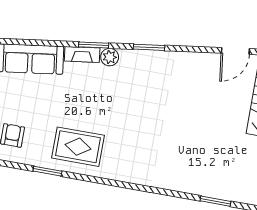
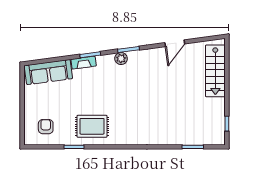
door: (235, 51) -> (175, 43), moved
plant: (110, 57) -> (121, 59), moved

